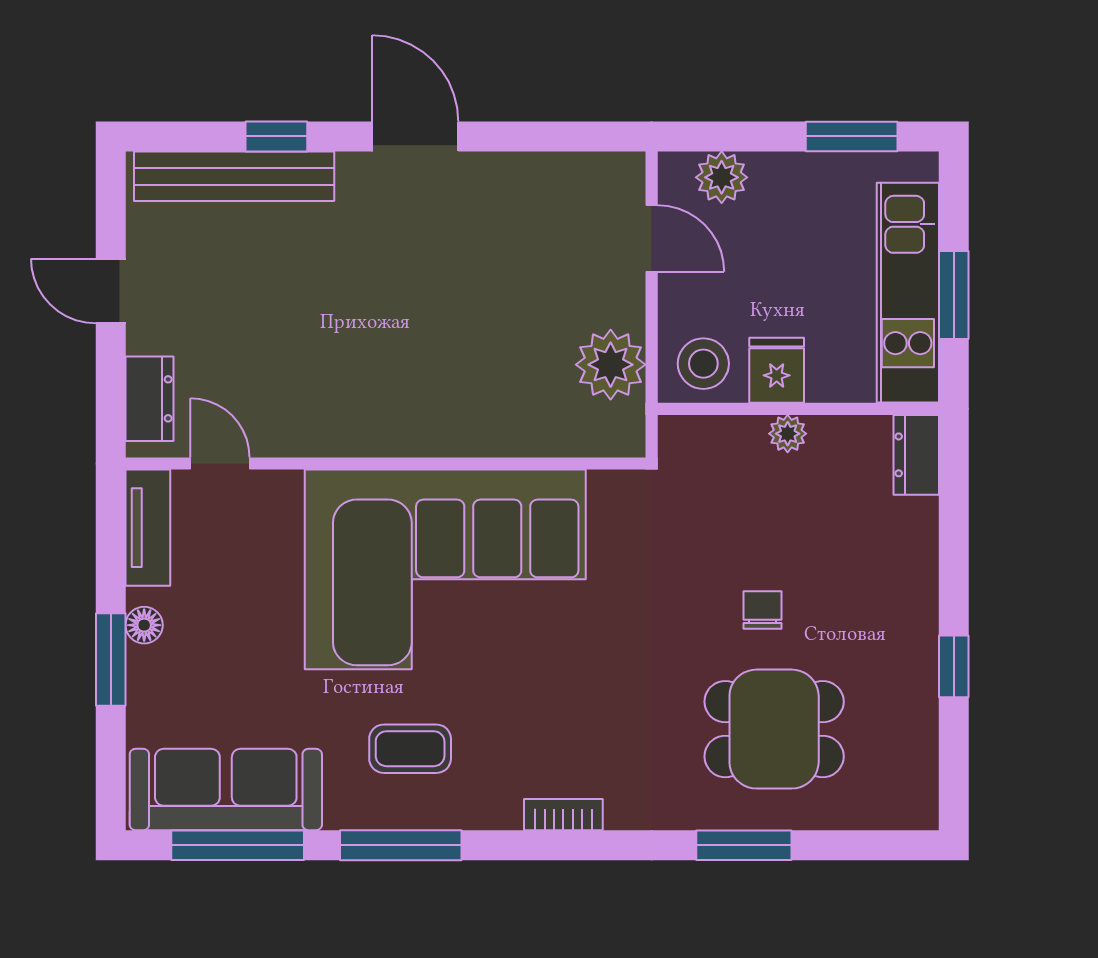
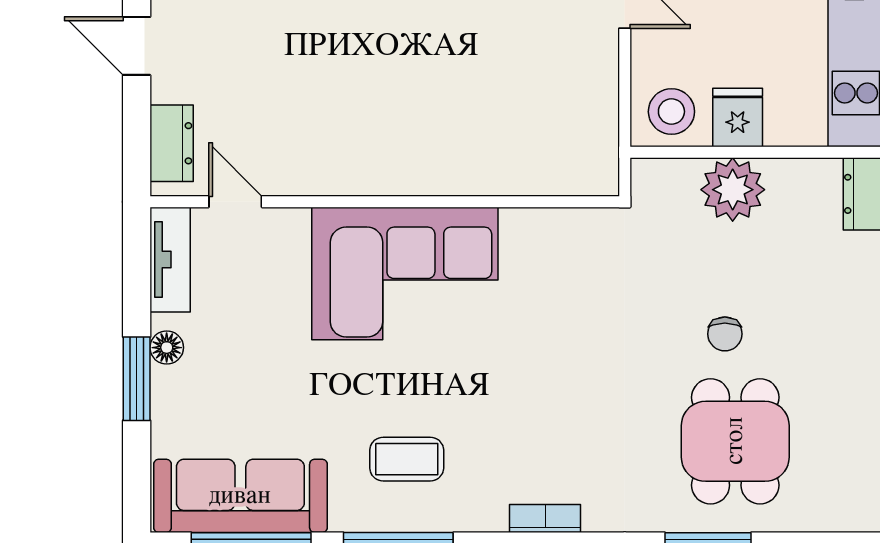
plant: (611, 365) -> (588, 112), removed
plant: (788, 434) -> (733, 190), width x1.88, depth x1.88
corner sofa: (445, 569) -> (405, 273), width x0.73, depth x0.74
chair: (762, 610) -> (725, 334), turned 180
dining table: (774, 729) -> (735, 441), turned 90

